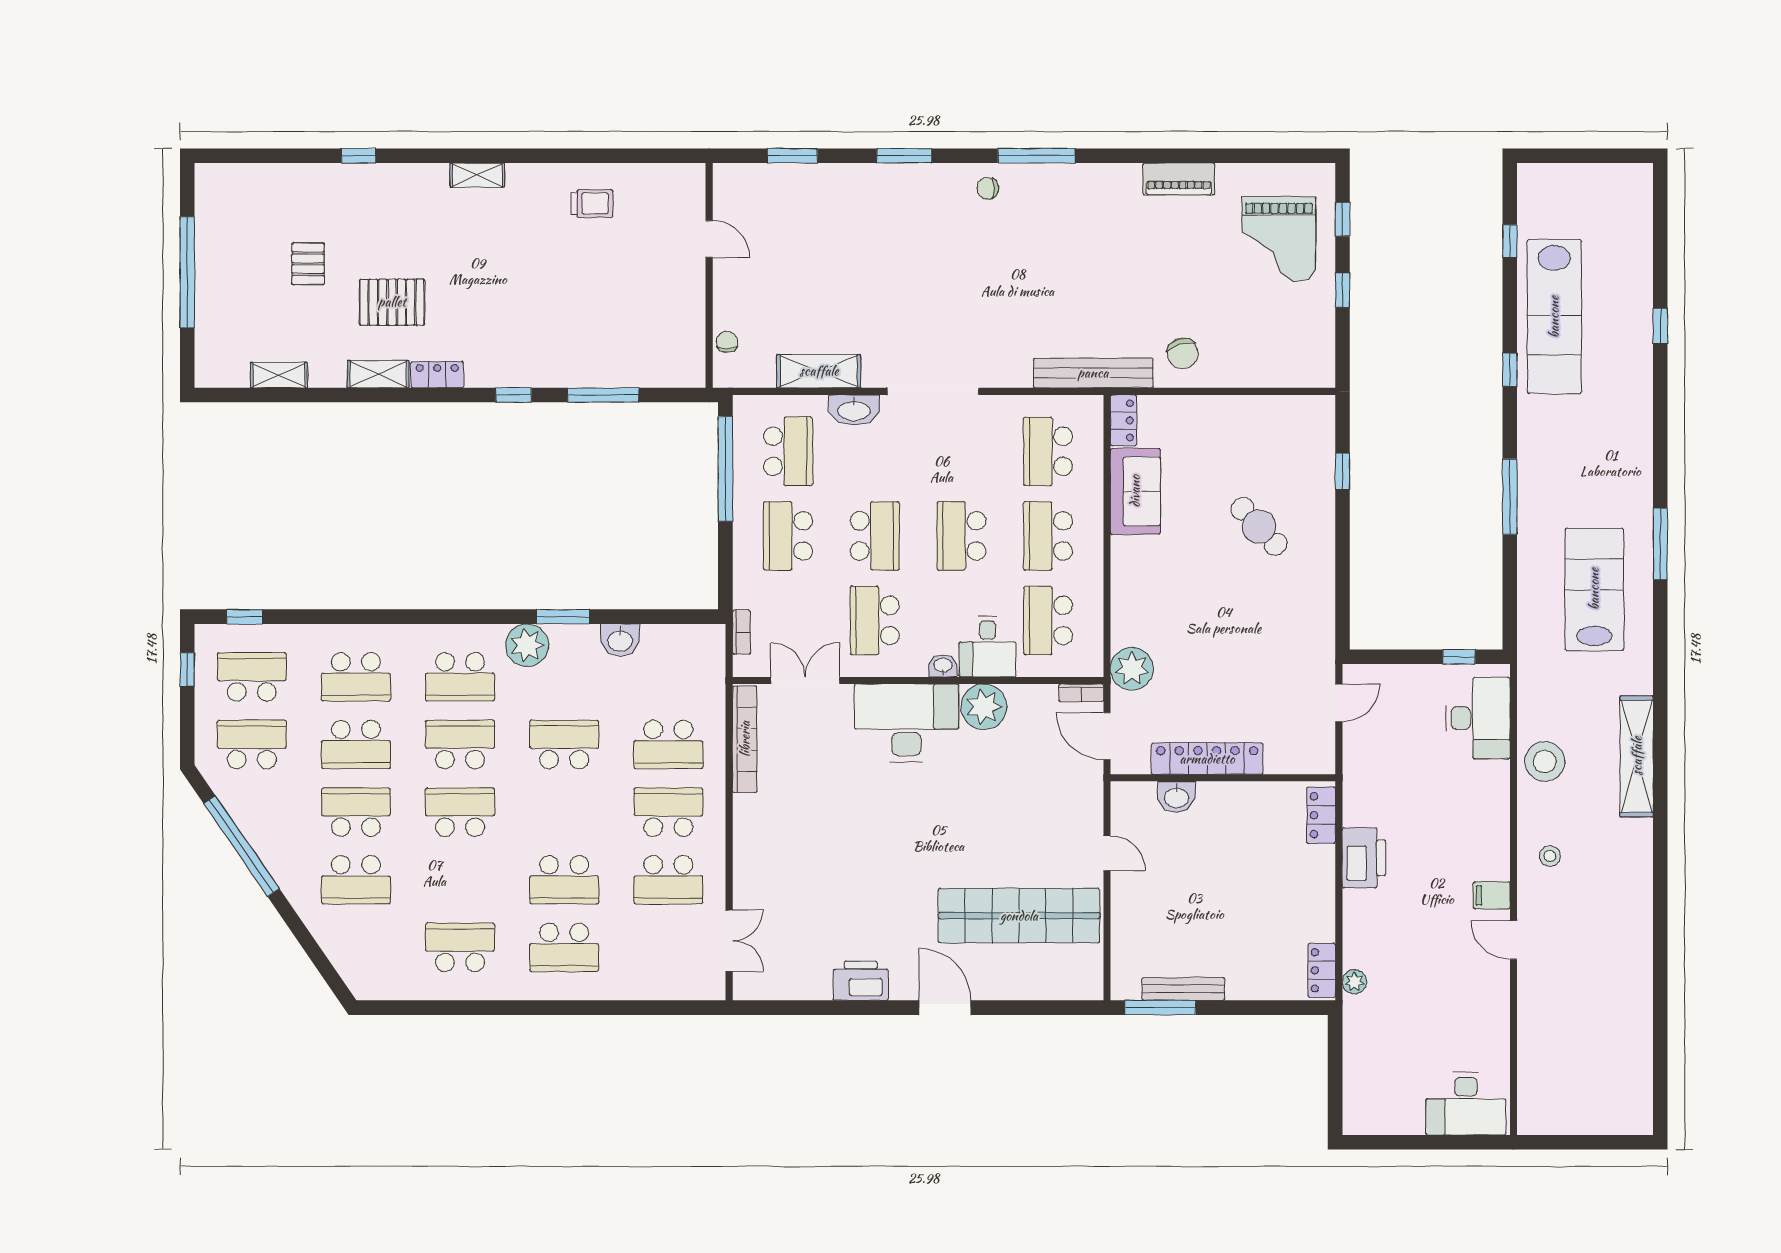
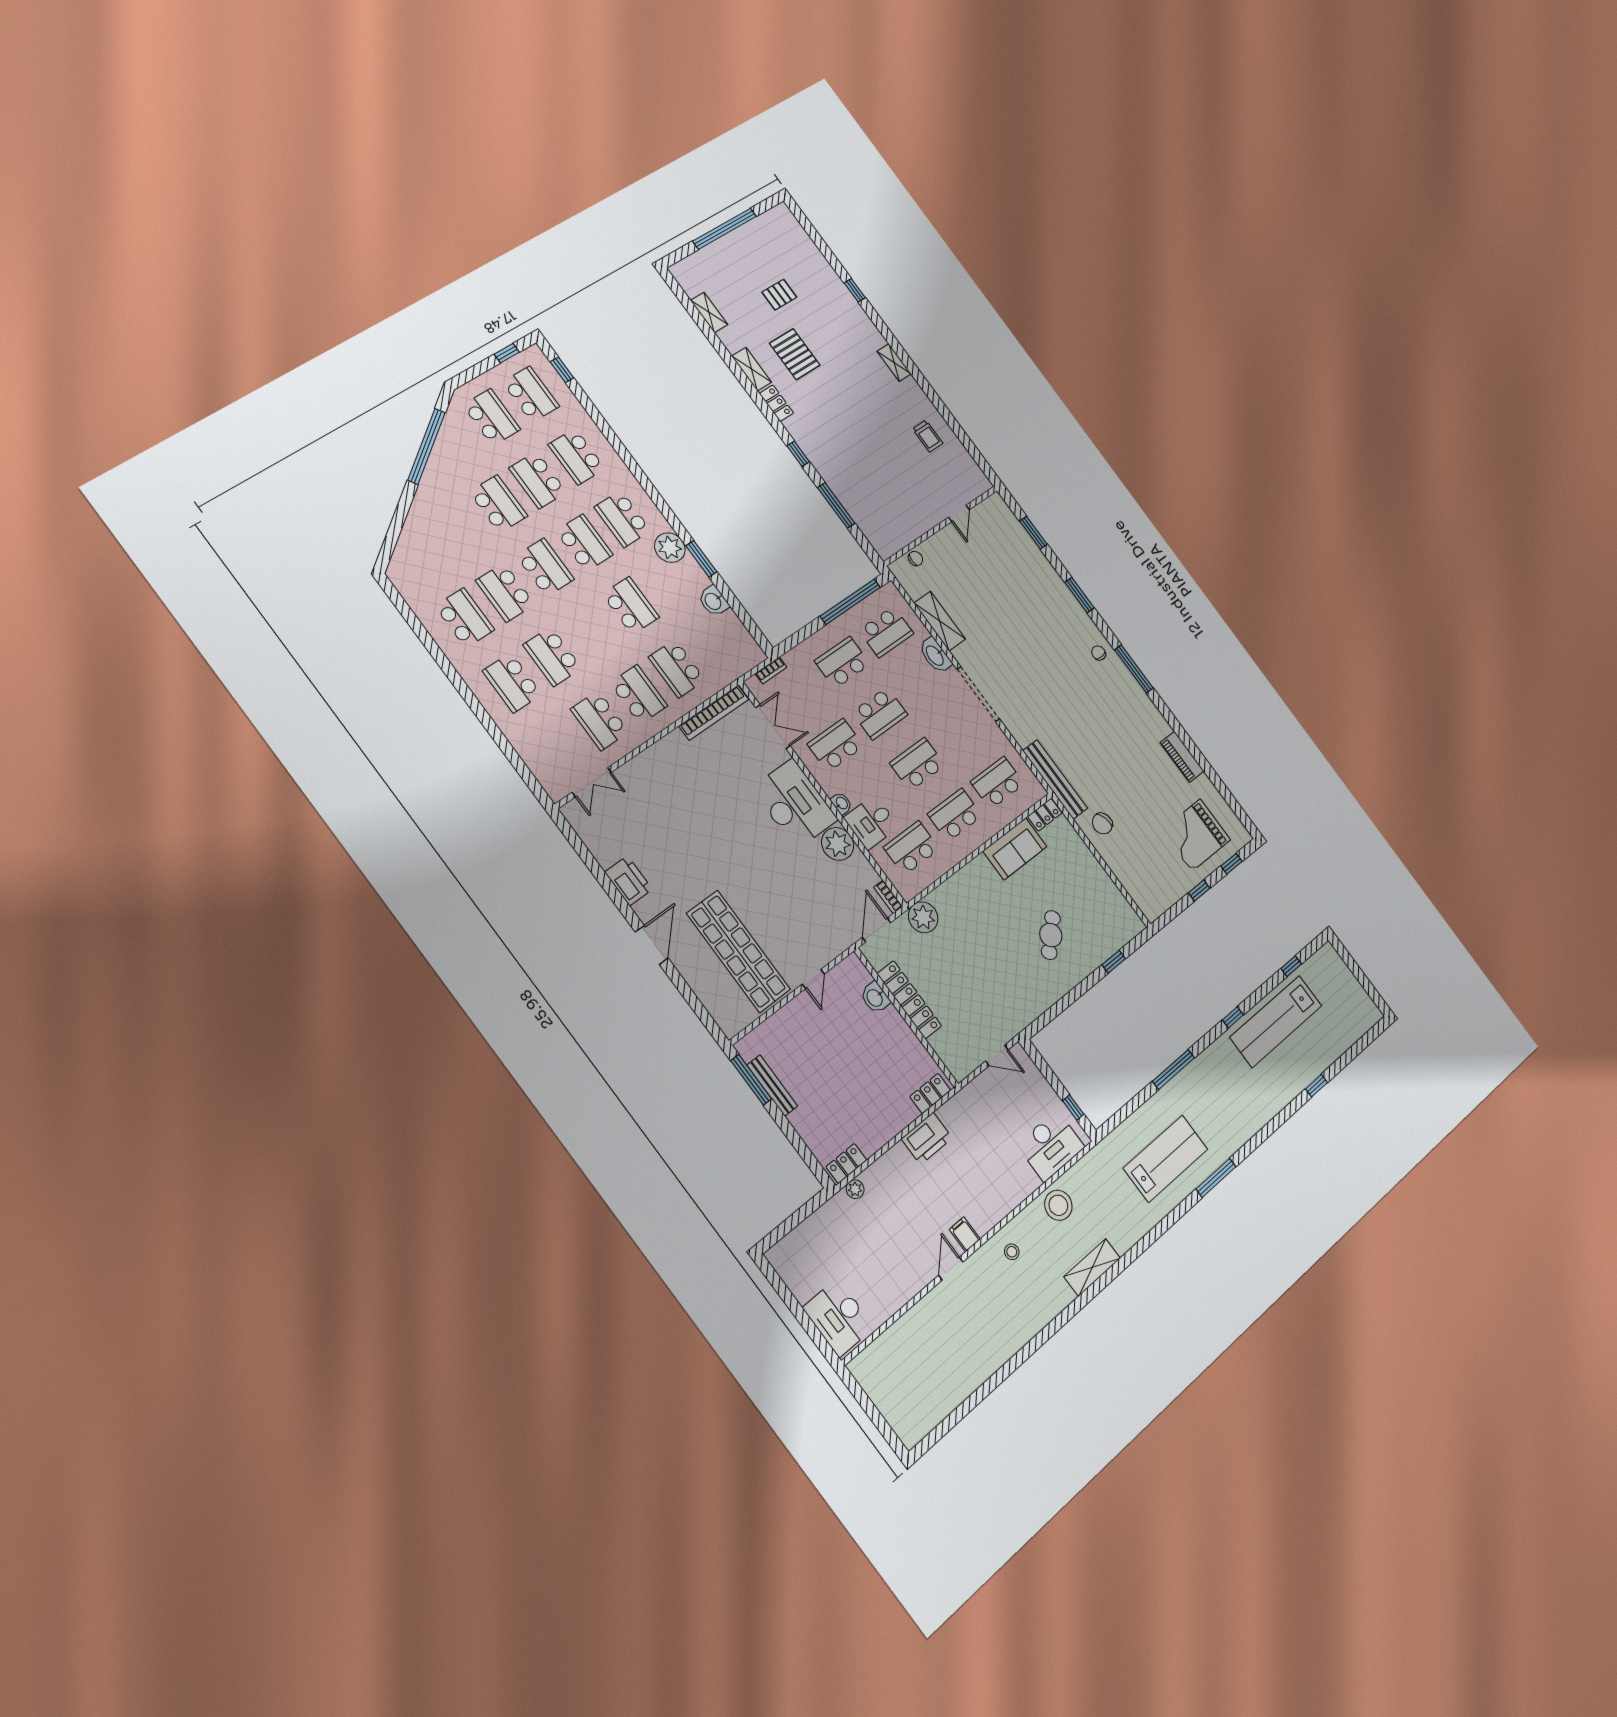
shelving: (1637, 756) -> (1092, 1267), width x0.68
school desk: (356, 880) -> (505, 592), moved

